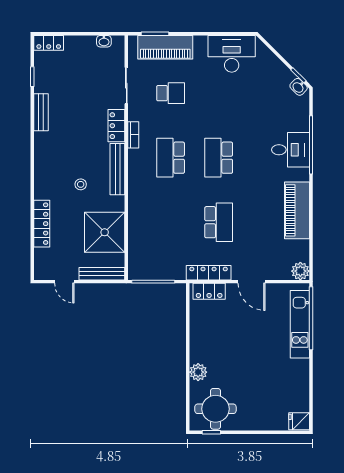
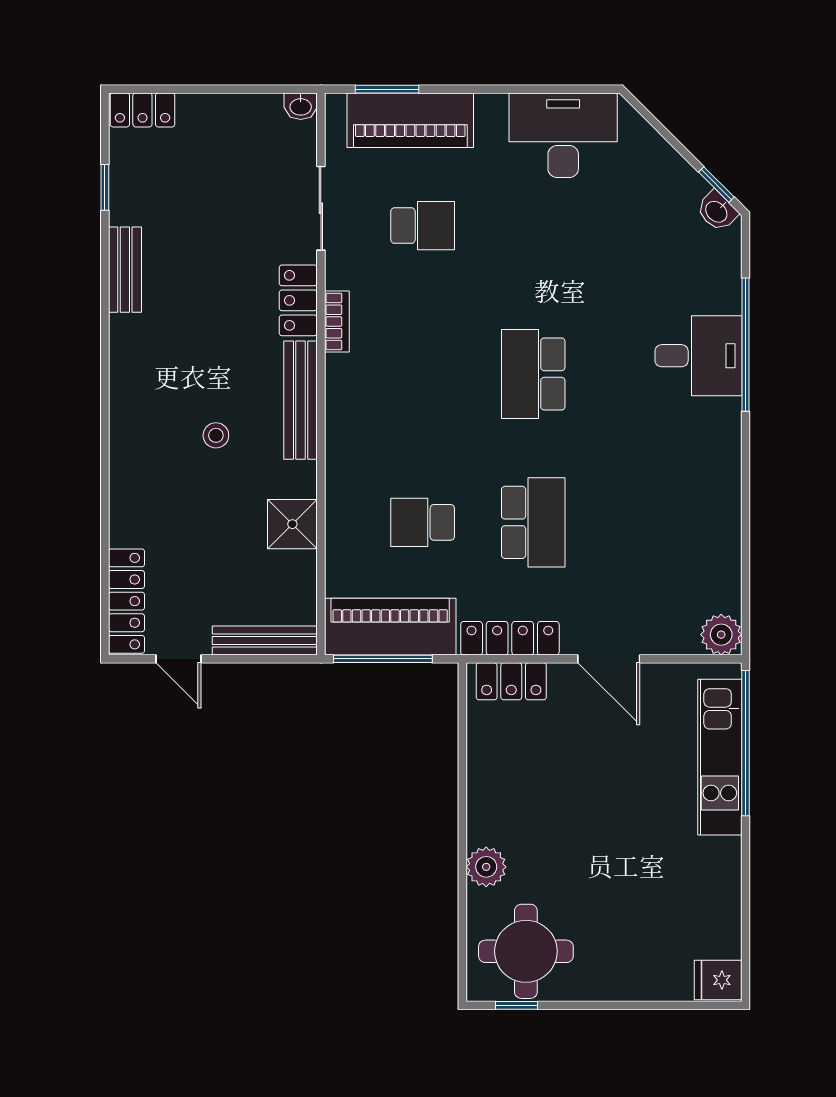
washbasin: (104, 41) -> (301, 106), moved
school desk: (171, 158) -> (423, 522), moved, width x0.54
piano: (297, 210) -> (390, 627), moved, turned 90
locker: (42, 224) -> (126, 601), moved
shower: (105, 232) -> (292, 524), width x0.54, depth x0.54

